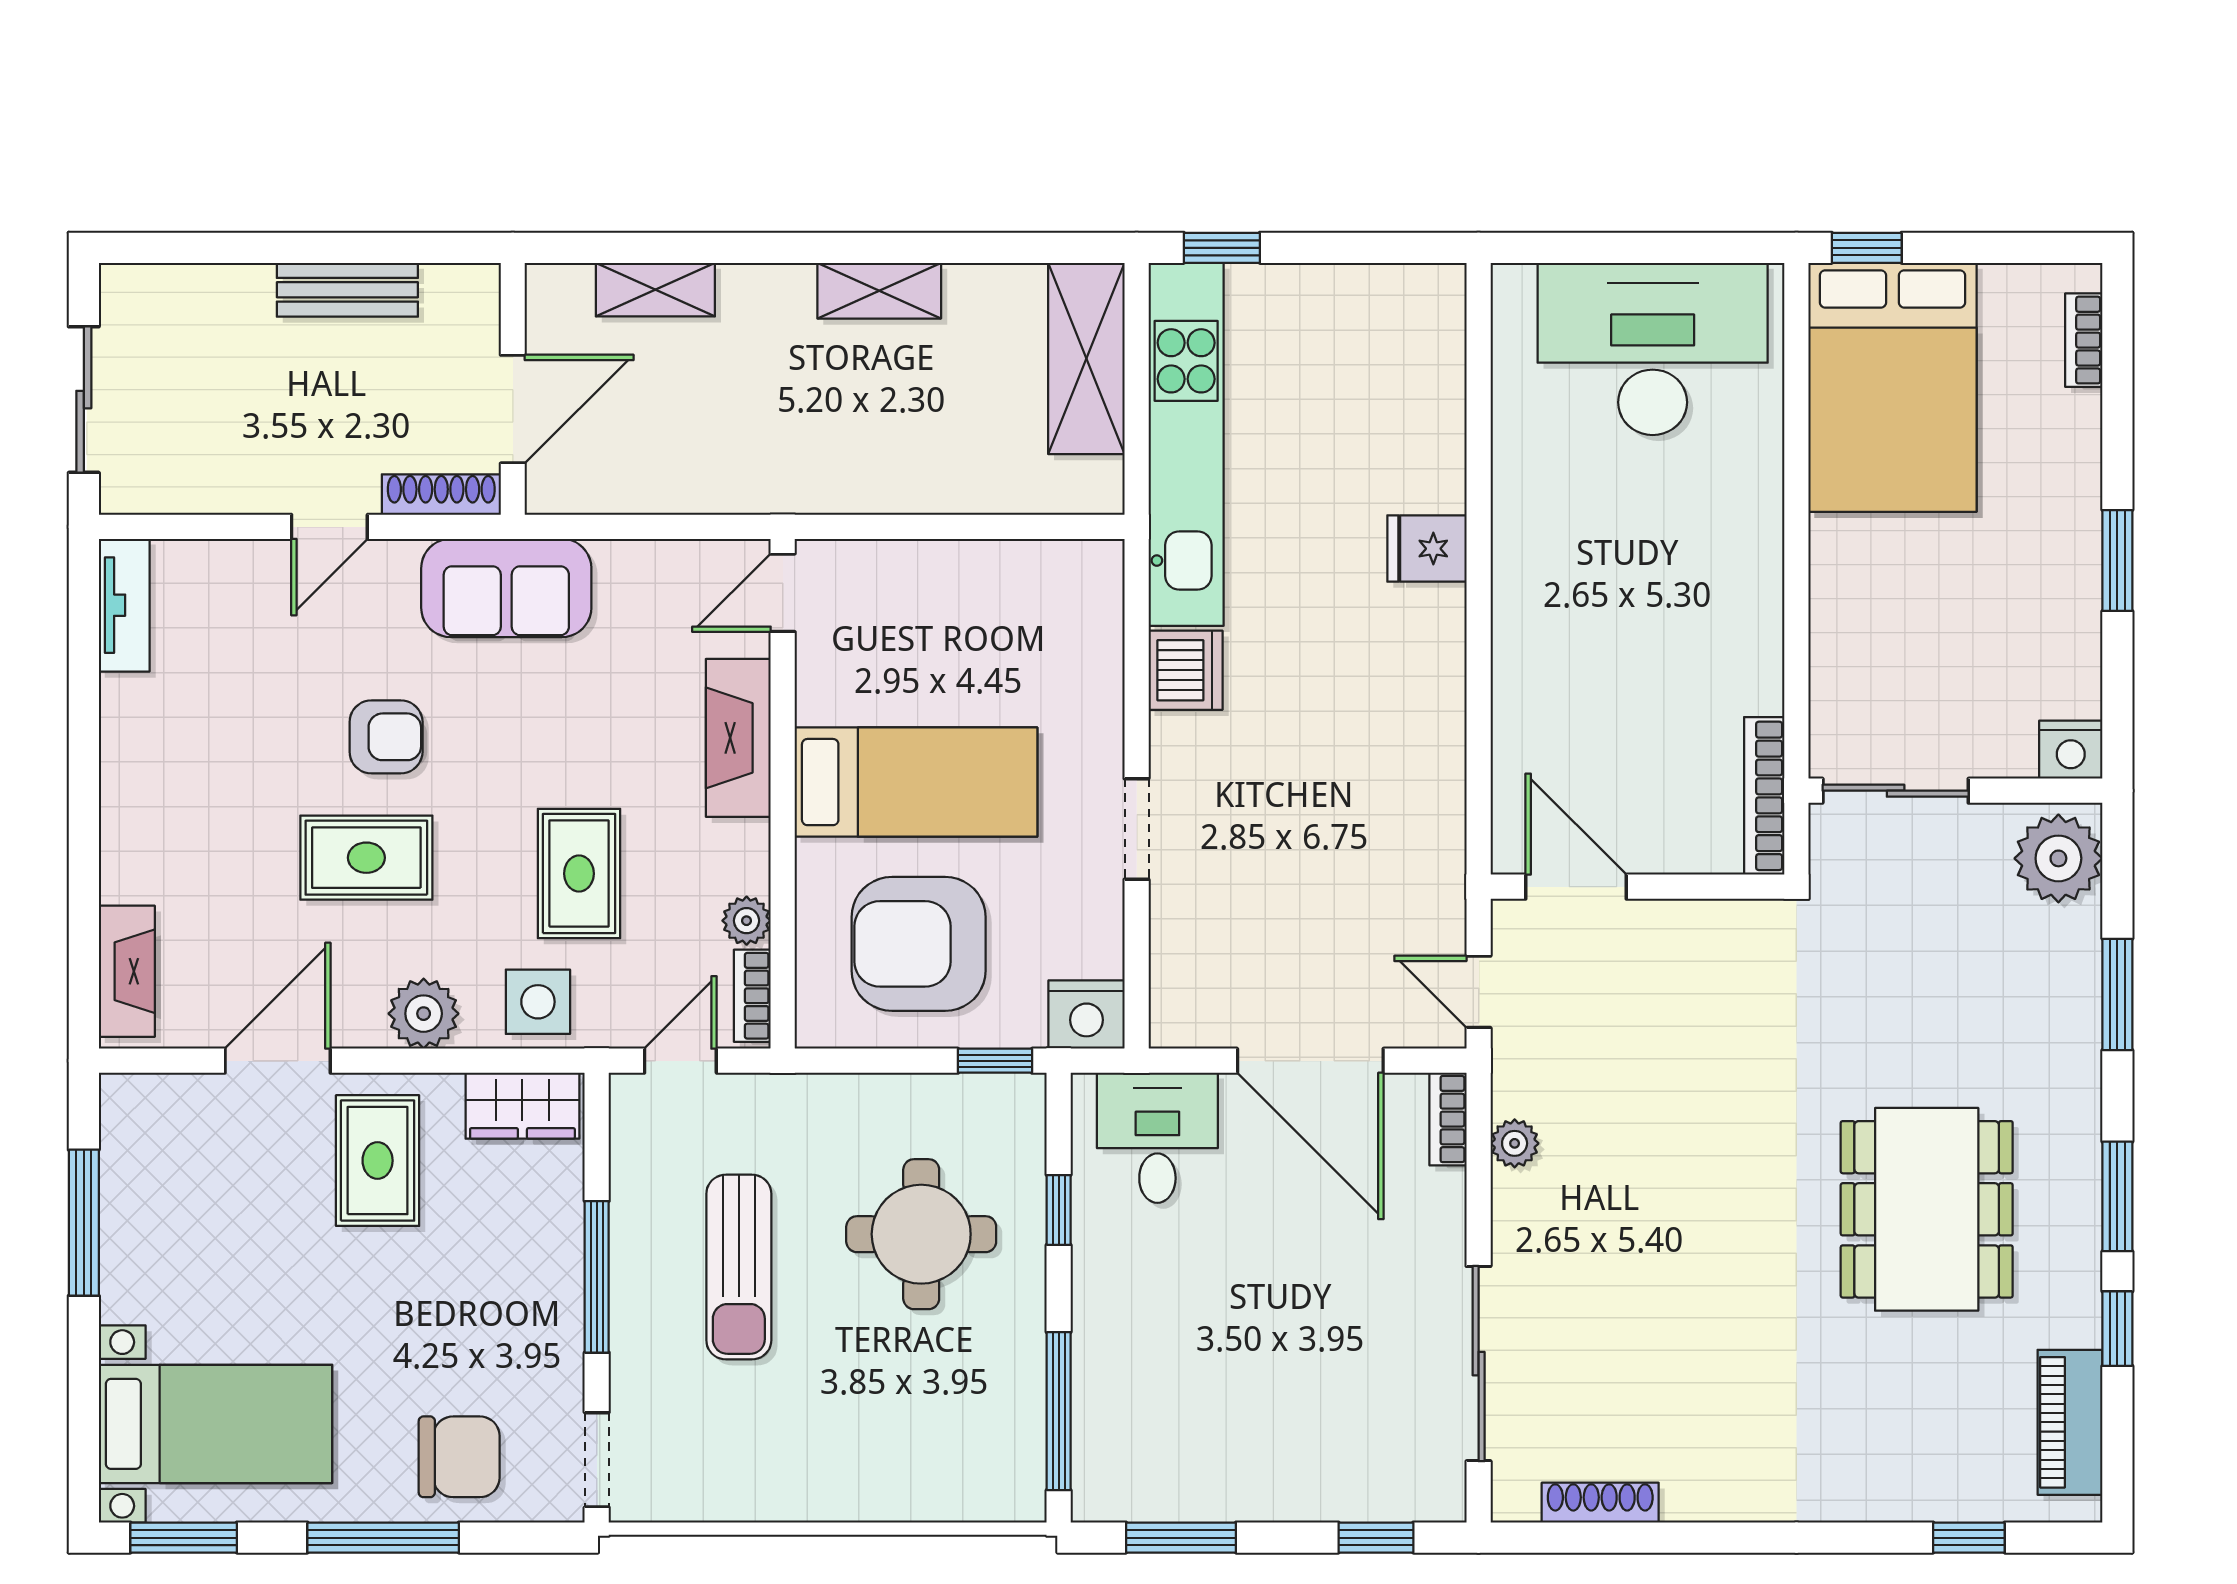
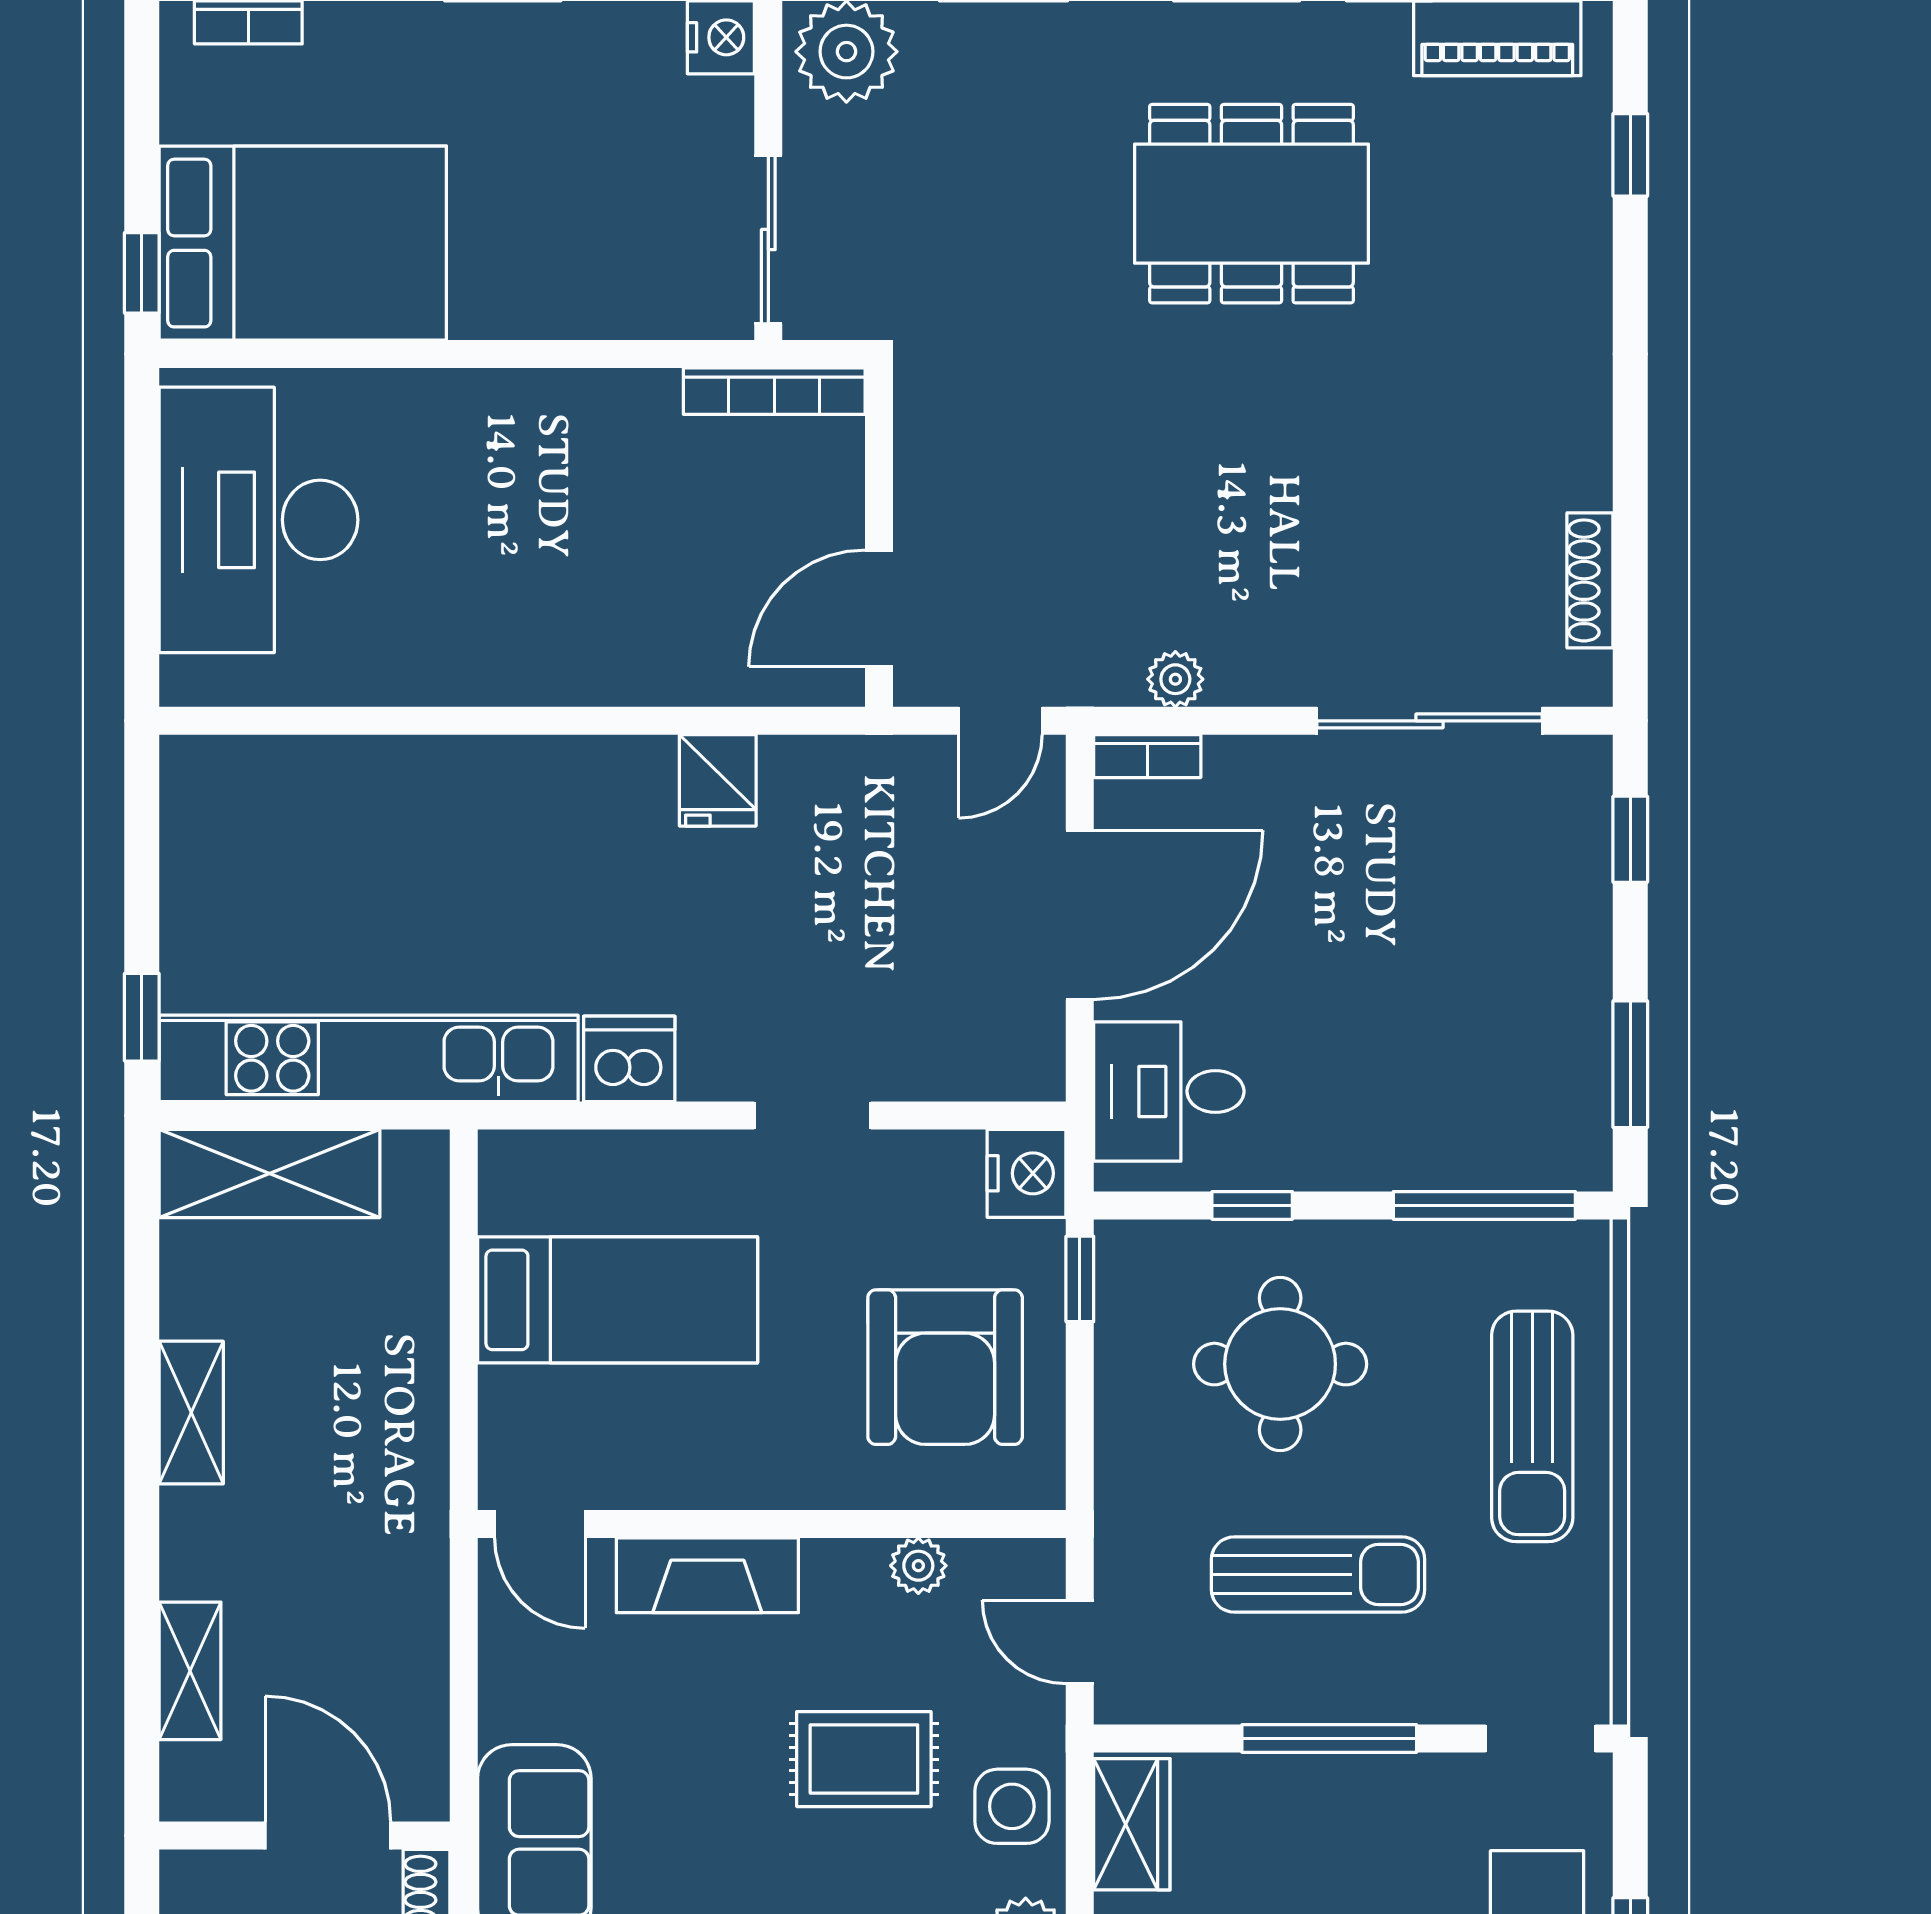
fridge: (1427, 549) -> (718, 780), moved
bed: (916, 782) -> (618, 1300), moved, turned 90
bookcase: (752, 996) -> (1005, 1559), removed
sun lounger: (867, 1453) -> (1532, 1426), added

